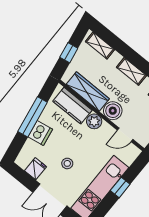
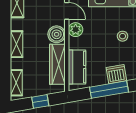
plant: (94, 121) -> (76, 30), moved

